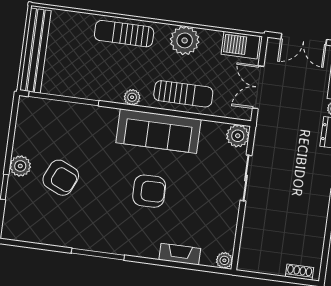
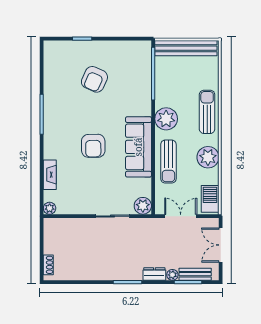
plant: (132, 97) -> (166, 119), width x1.87, depth x1.87
plant: (20, 166) -> (99, 48), removed

